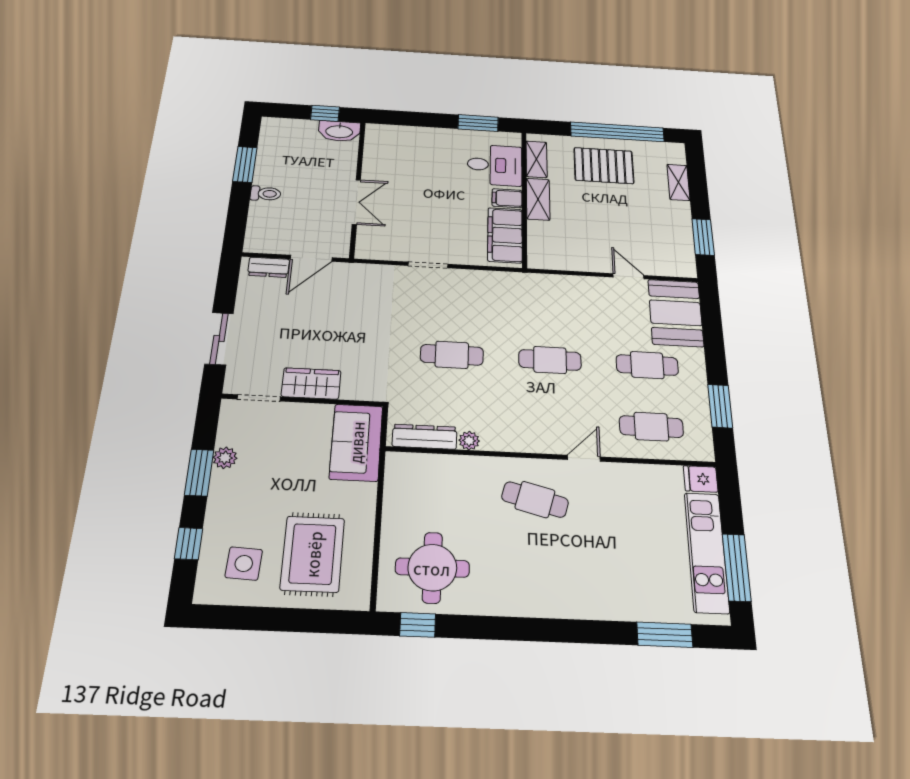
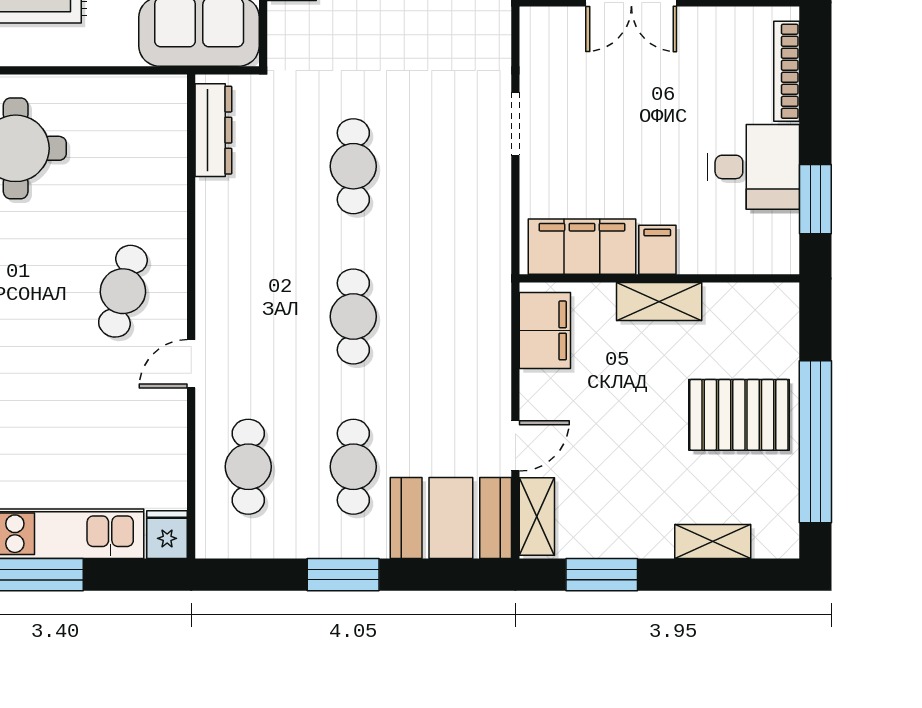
bookcase: (403, 131) -> (787, 71), added
shelving: (537, 159) -> (537, 517), moved, turned 90
desk: (495, 165) -> (754, 167), moved, turned -90
pallet: (604, 166) -> (739, 415), turned 90
filing cabinet: (557, 257) -> (545, 330), added
window: (720, 406) -> (343, 575), moved
plant: (469, 441) -> (211, 195), removed
door: (584, 458) -> (191, 364), swing flipped

